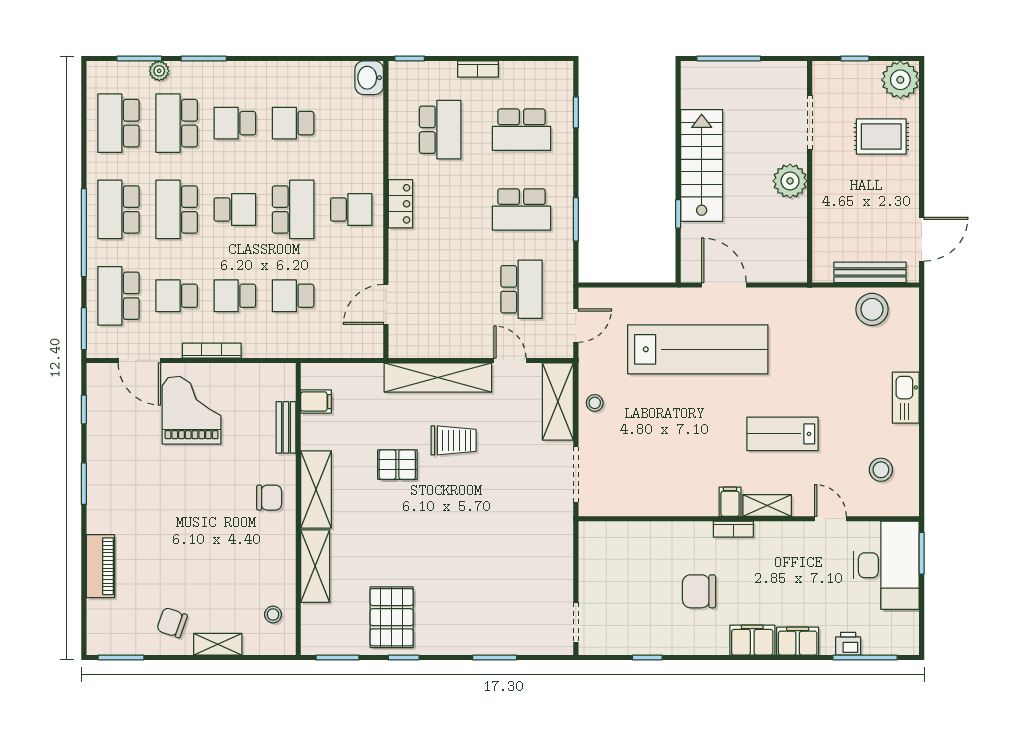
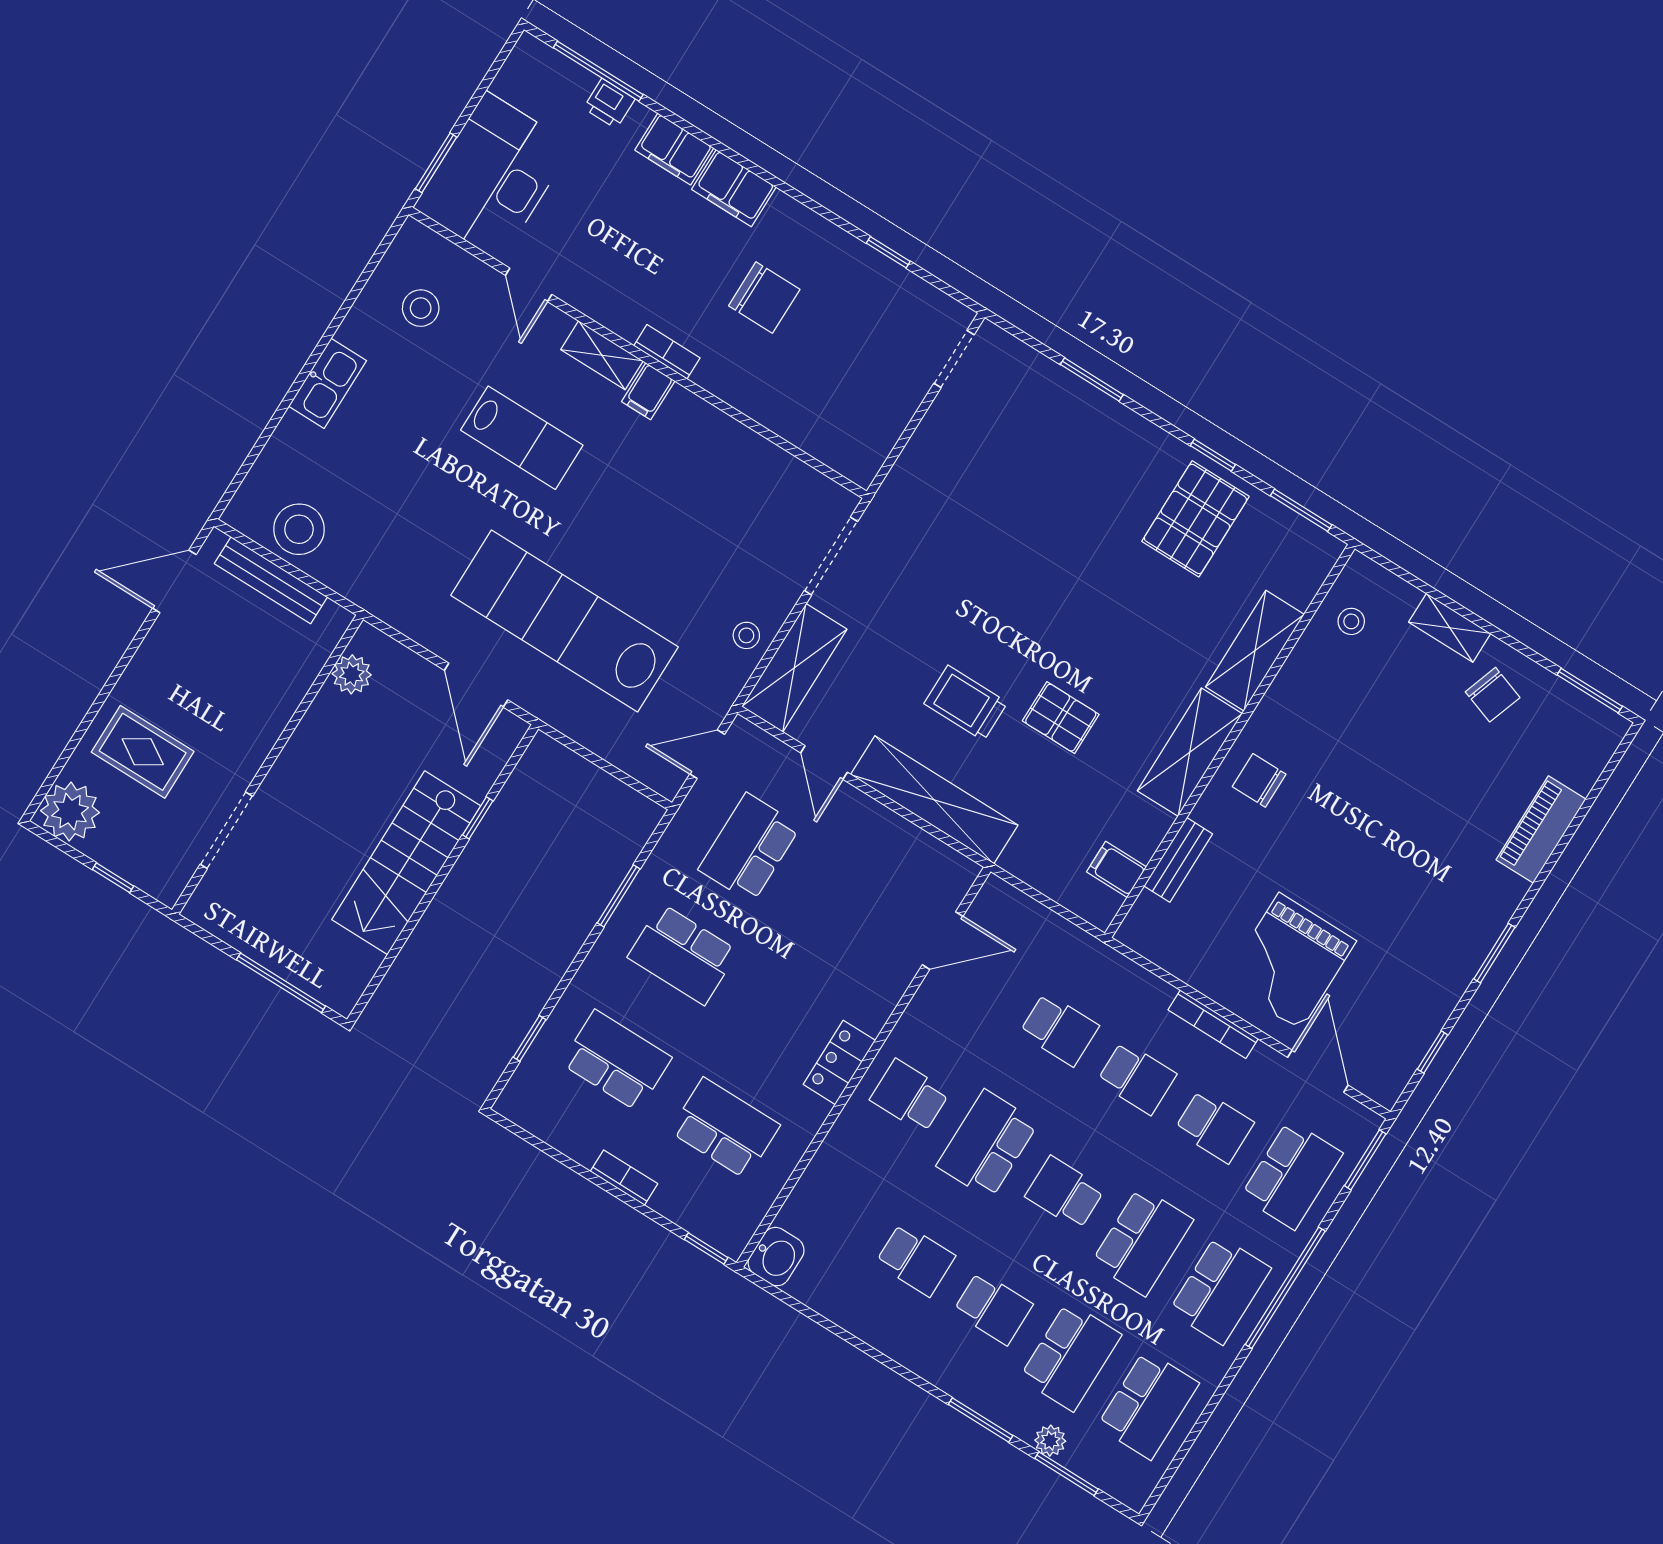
school desk: (440, 130) -> (725, 1128), turned 90
plant: (790, 181) -> (352, 674), moved, width x0.73, depth x0.73
school desk: (521, 209) -> (683, 954), turned 180

